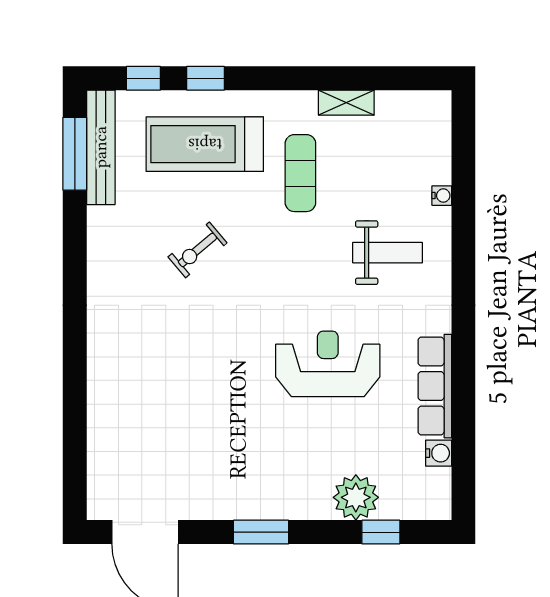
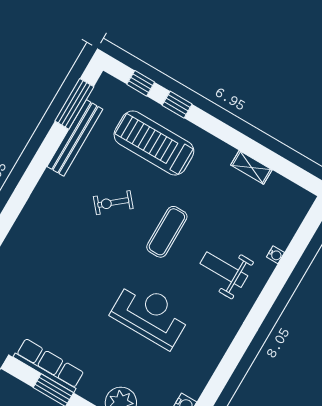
bench: (101, 147) -> (75, 138), moved
exercise mat: (300, 173) -> (167, 232), moved
weight bench: (388, 253) -> (224, 270), turned 180
row of seats: (435, 386) -> (49, 365), moved, turned 90

